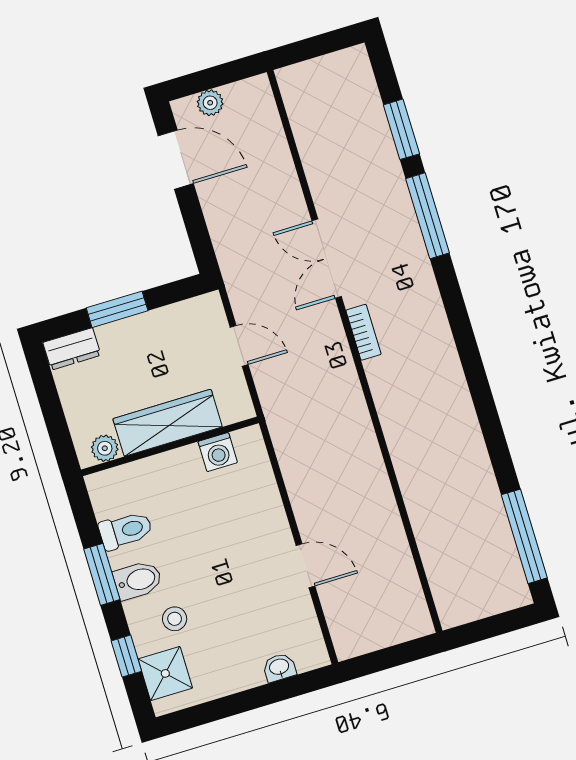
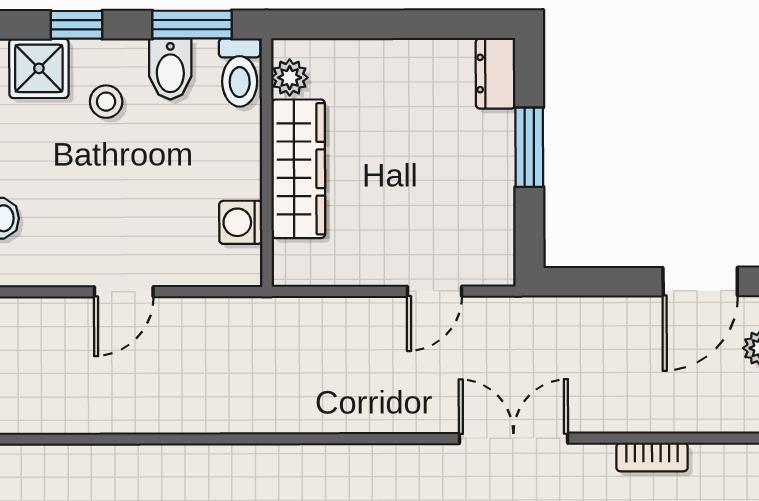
bookcase: (363, 332) -> (652, 457), moved
wardrobe: (168, 423) -> (298, 169), moved
wall: (170, 446) -> (267, 163), moved
plant: (105, 448) -> (290, 78), moved
washing machine: (218, 452) -> (241, 222), moved

